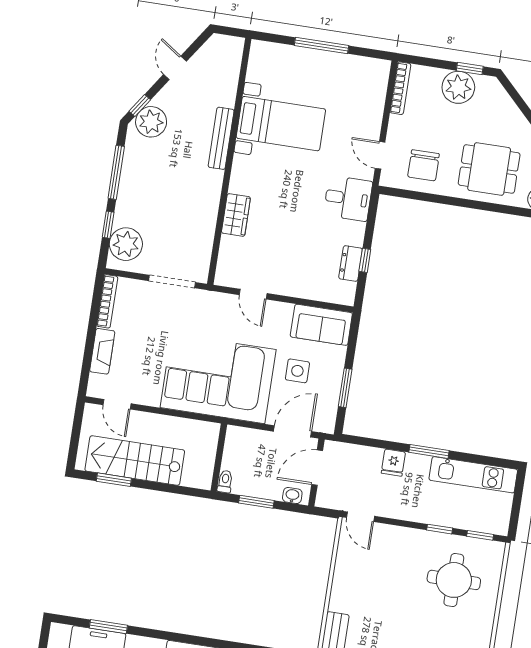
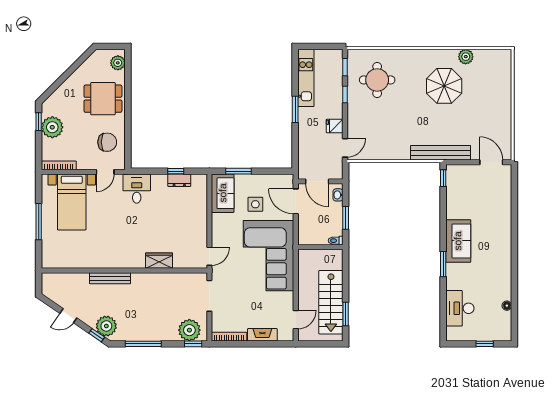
bed with nightstands: (281, 124) -> (72, 202), moved, turned 180
dining table: (489, 169) -> (103, 99), turned 90
window: (108, 225) -> (193, 344), moved
door: (253, 294) -> (209, 256), moved
window: (345, 388) -> (239, 171), moved
fridge: (393, 463) -> (335, 126), moved, turned 180
window: (108, 627) -> (443, 264), moved

